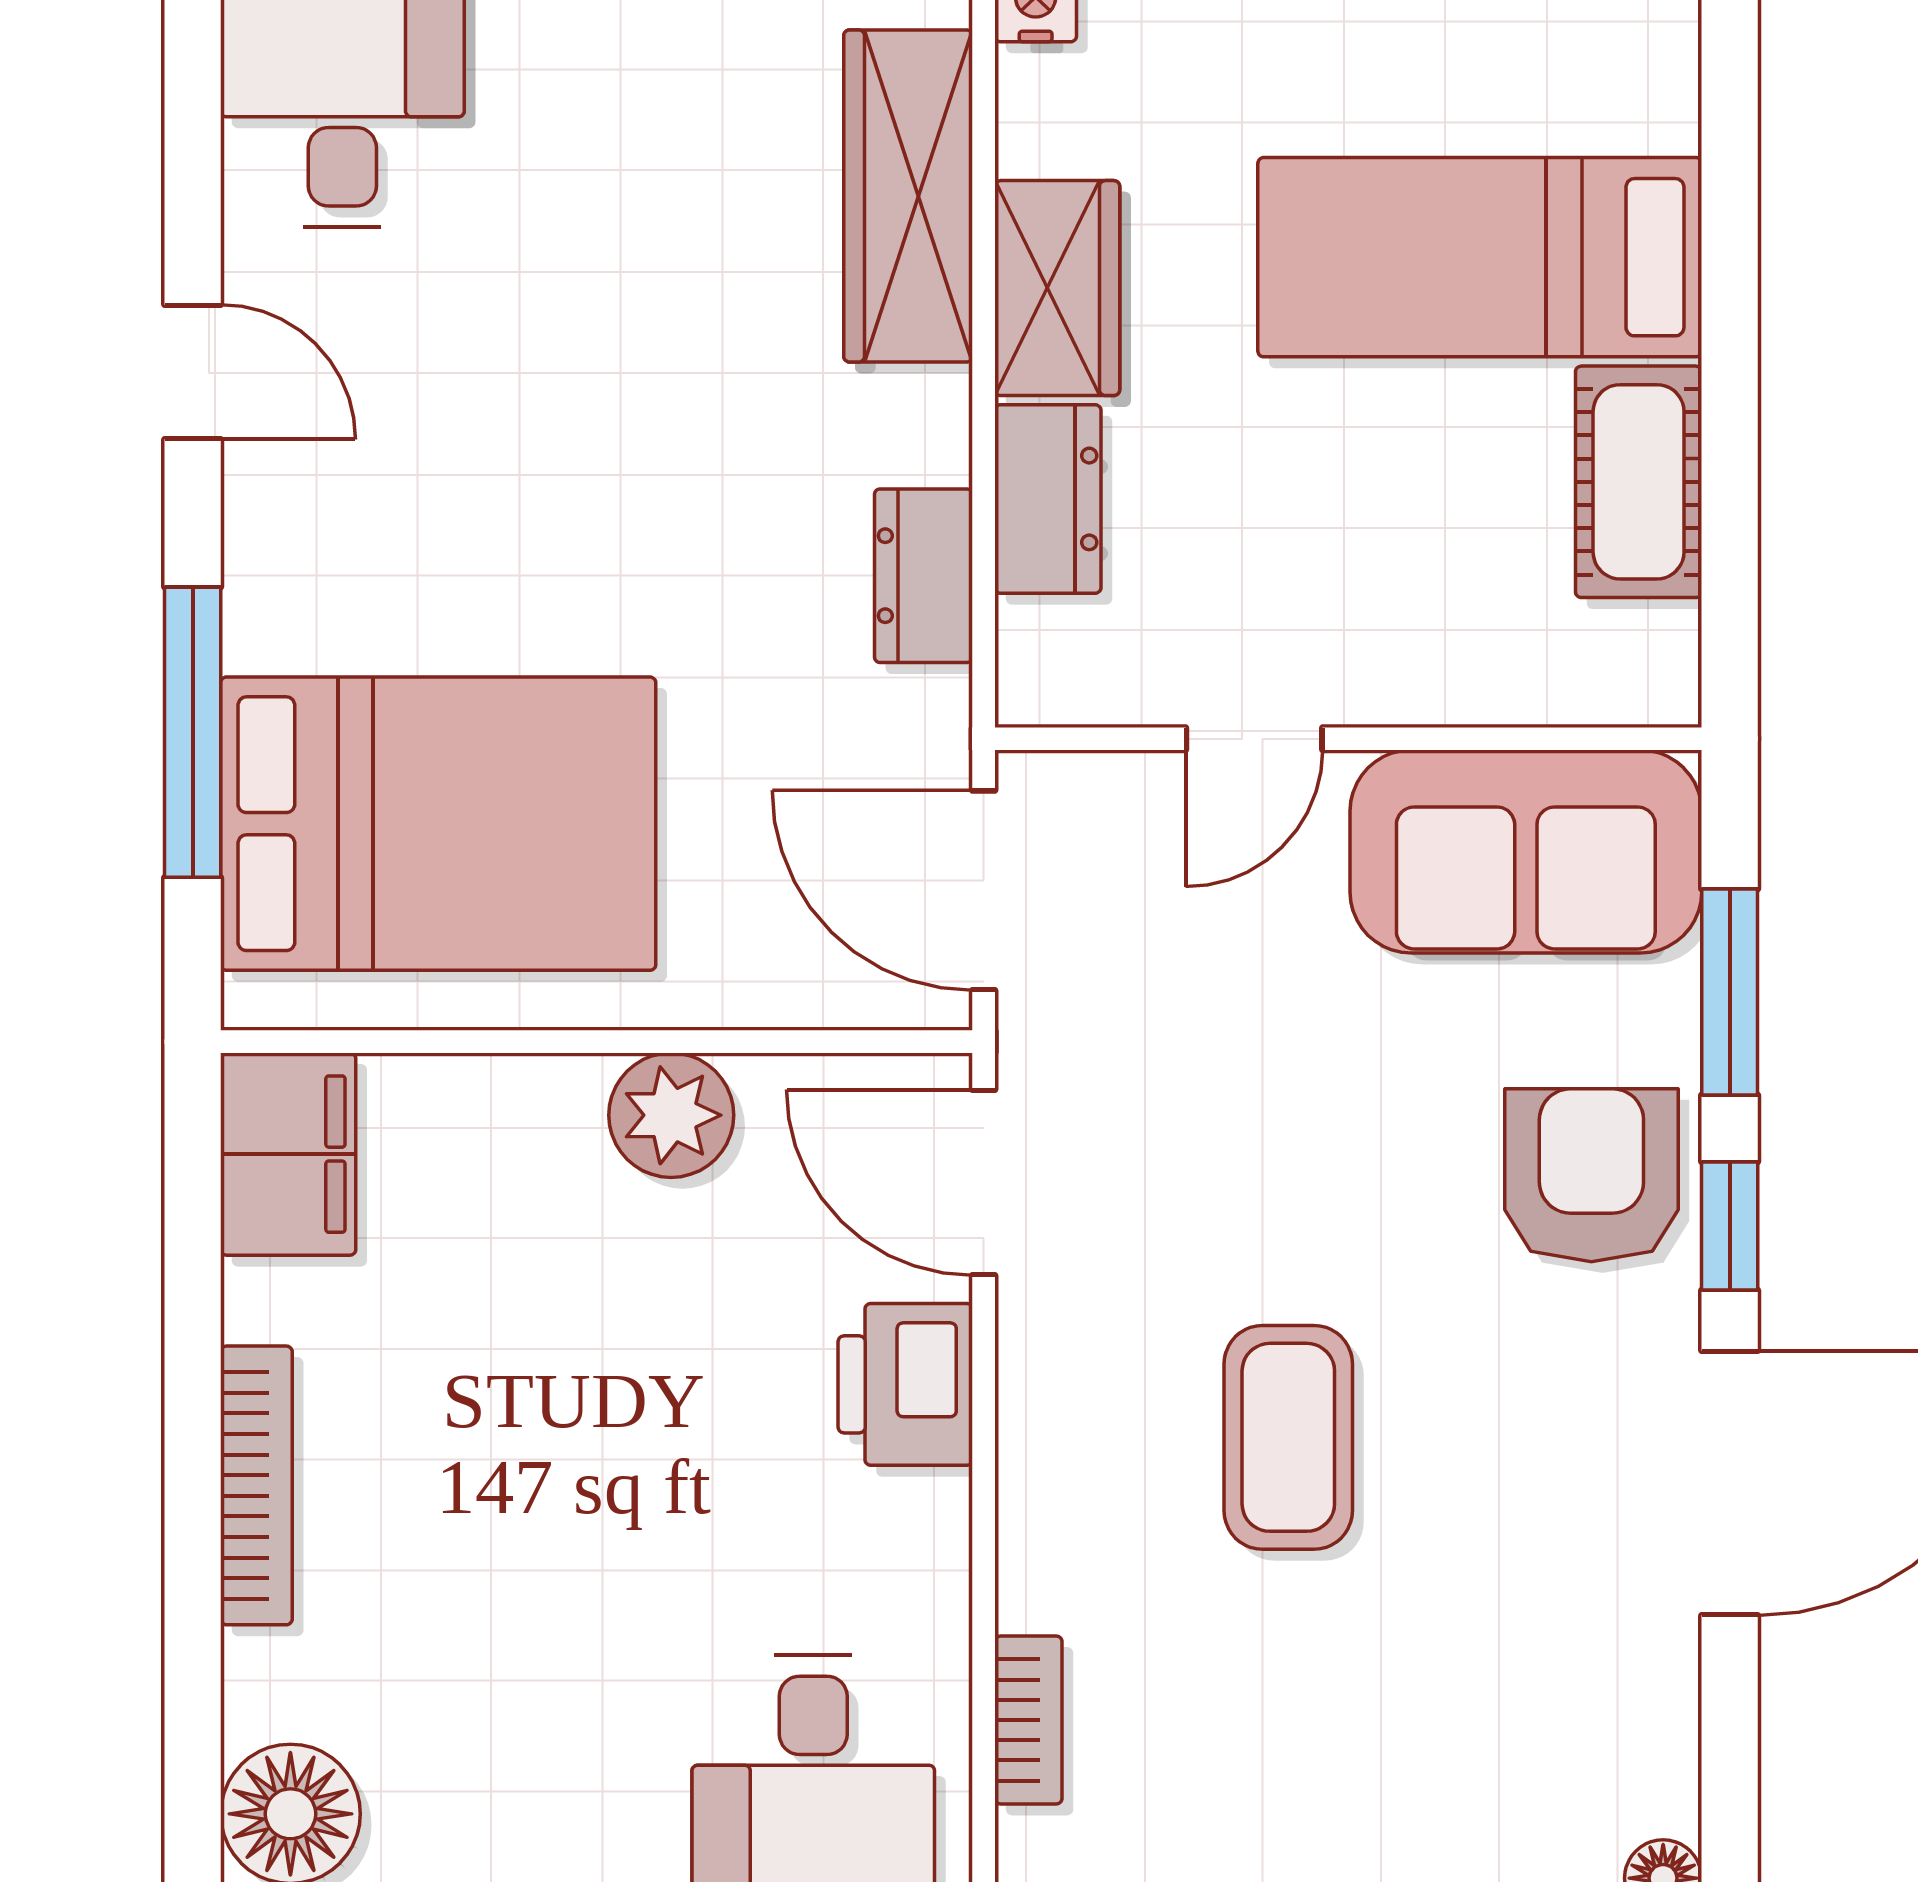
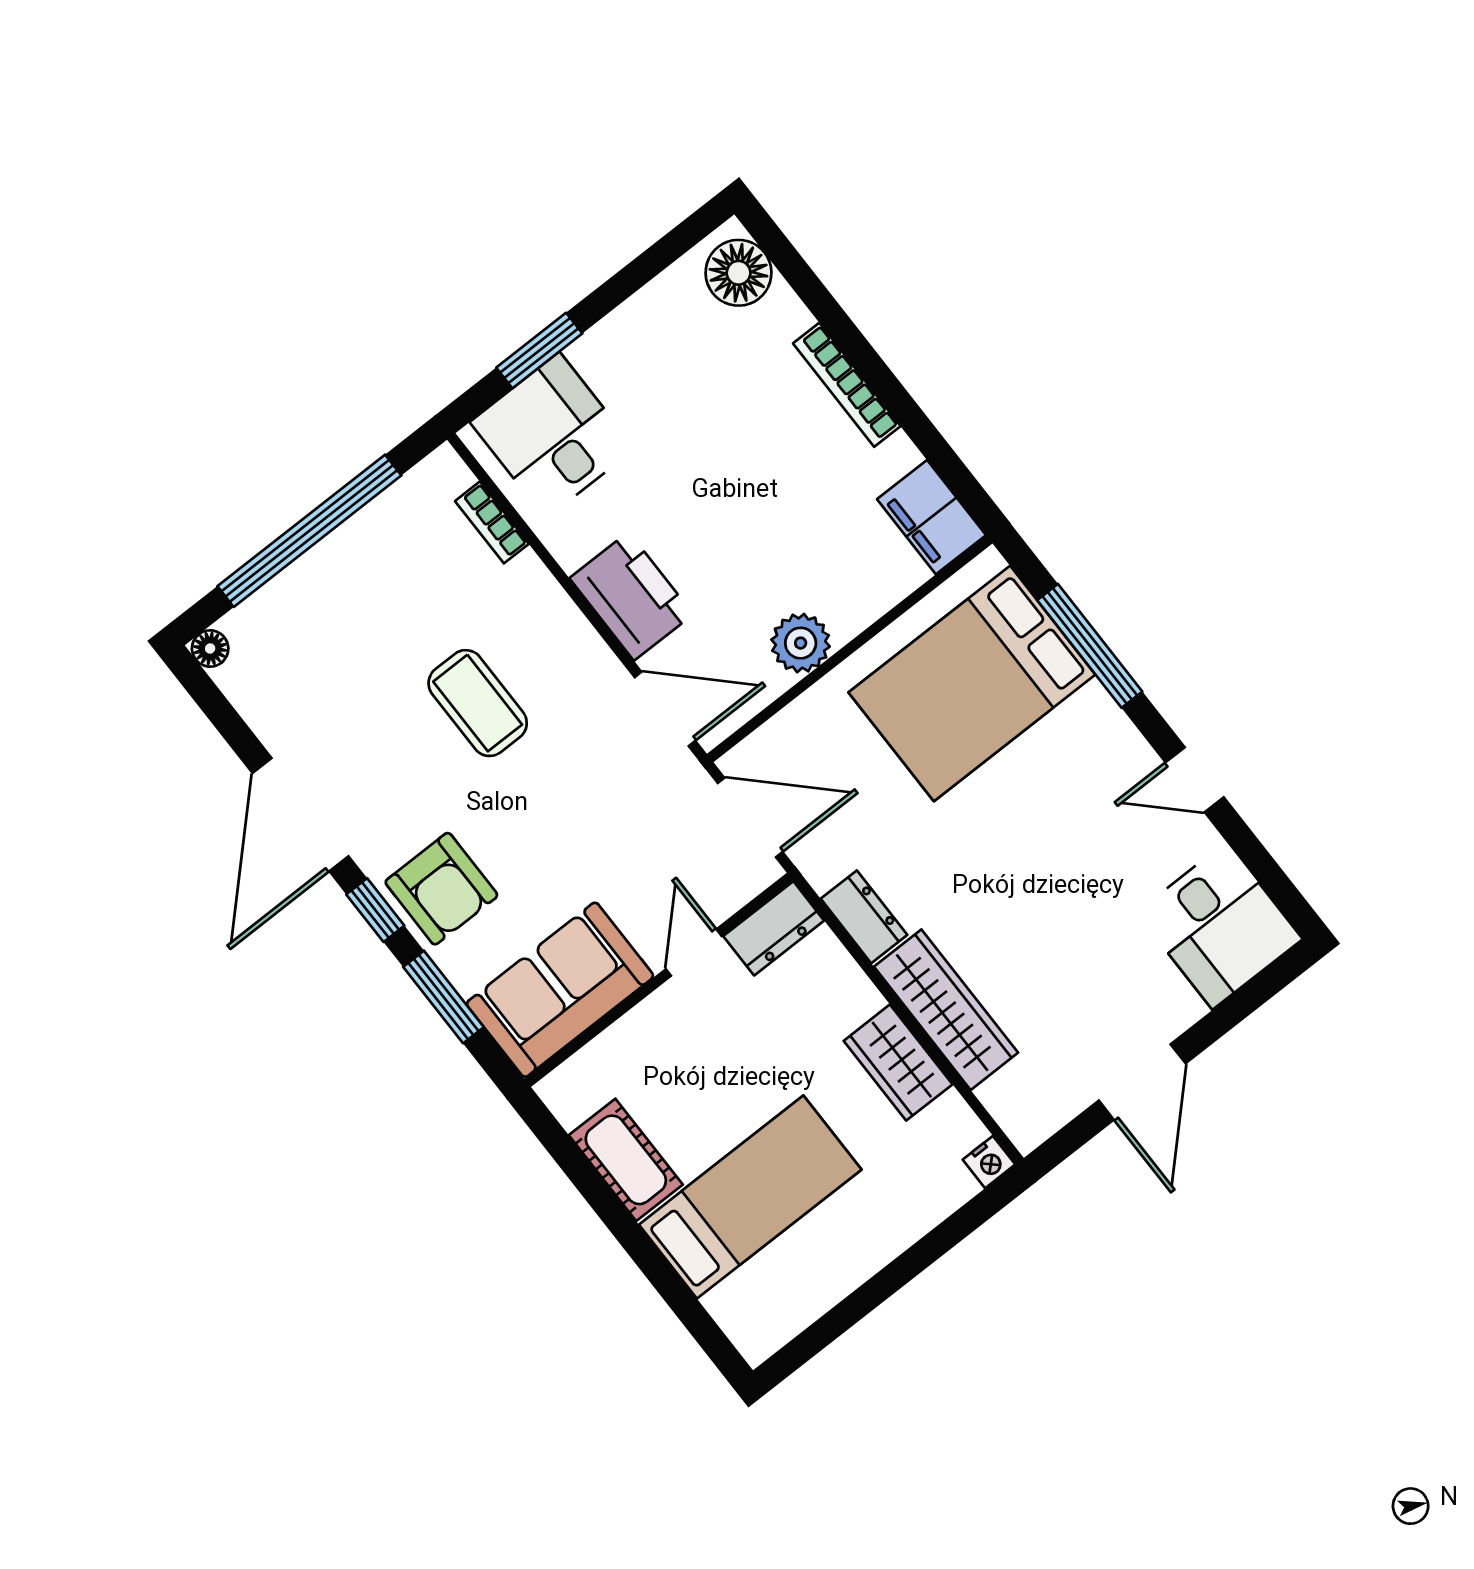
wardrobe: (908, 196) -> (946, 1010), moved
dresser: (1048, 499) -> (774, 928), moved, turned -90
printer: (905, 1384) -> (631, 596), width x1.37, depth x1.19

